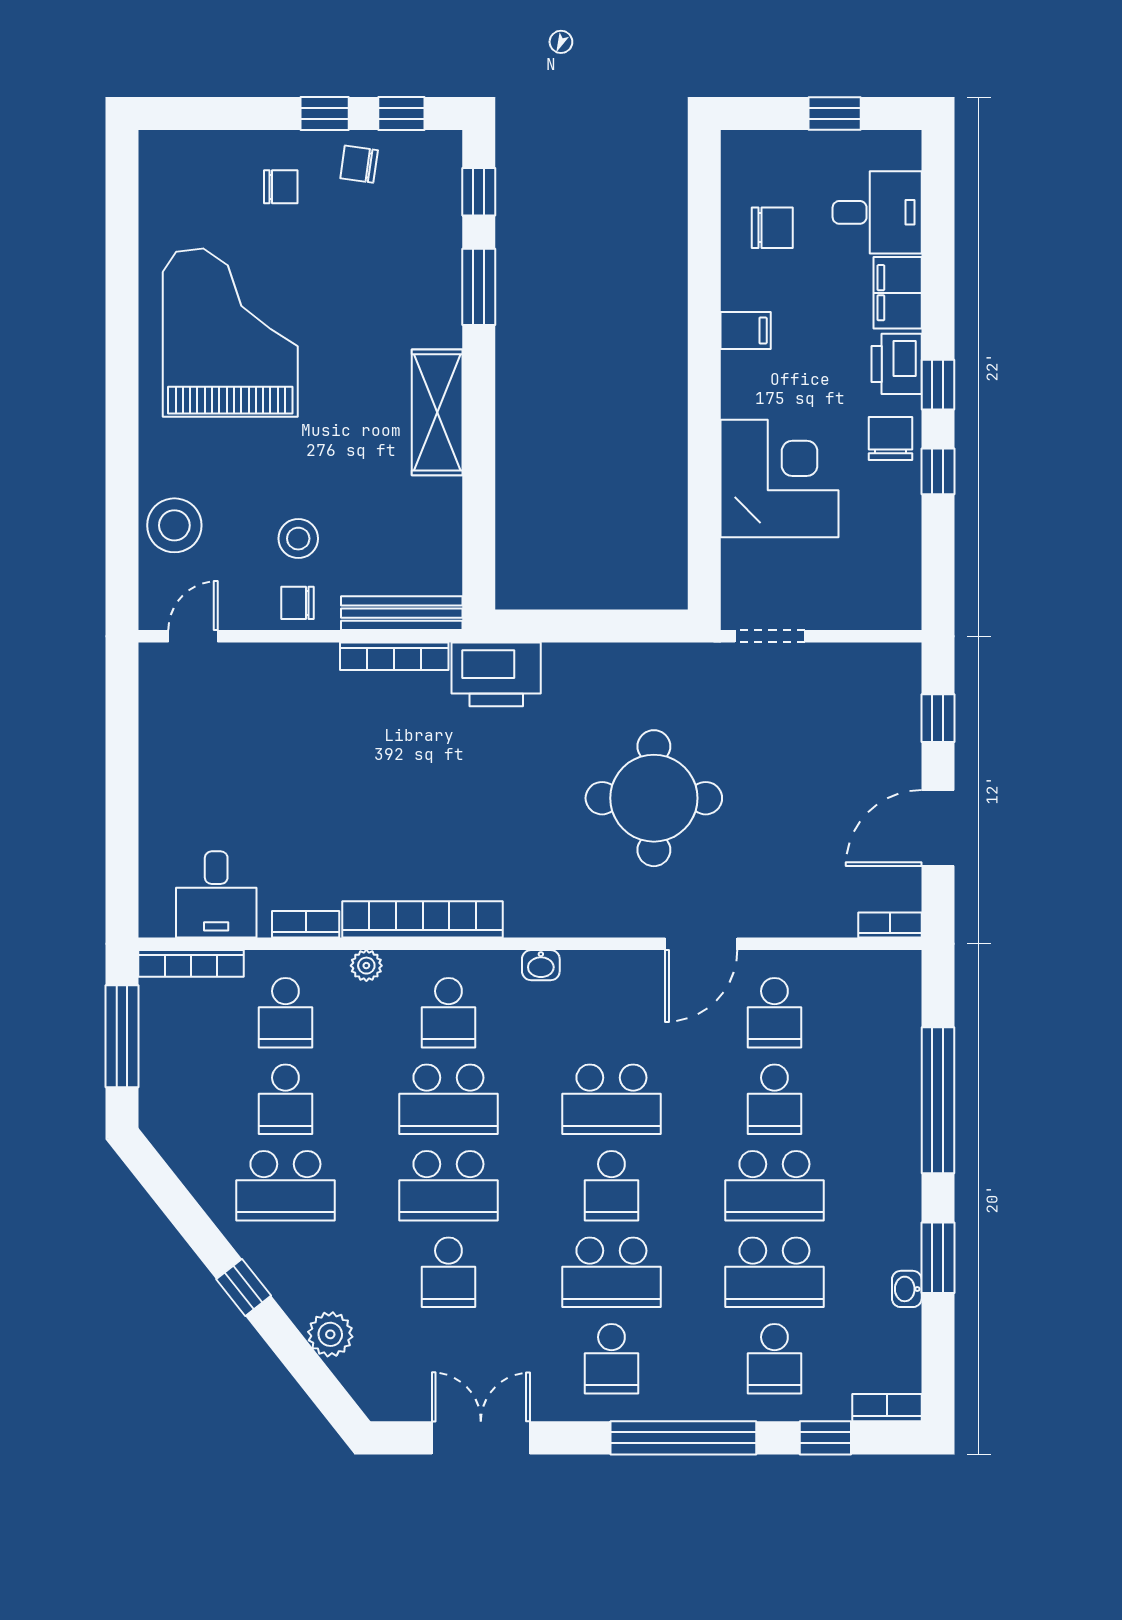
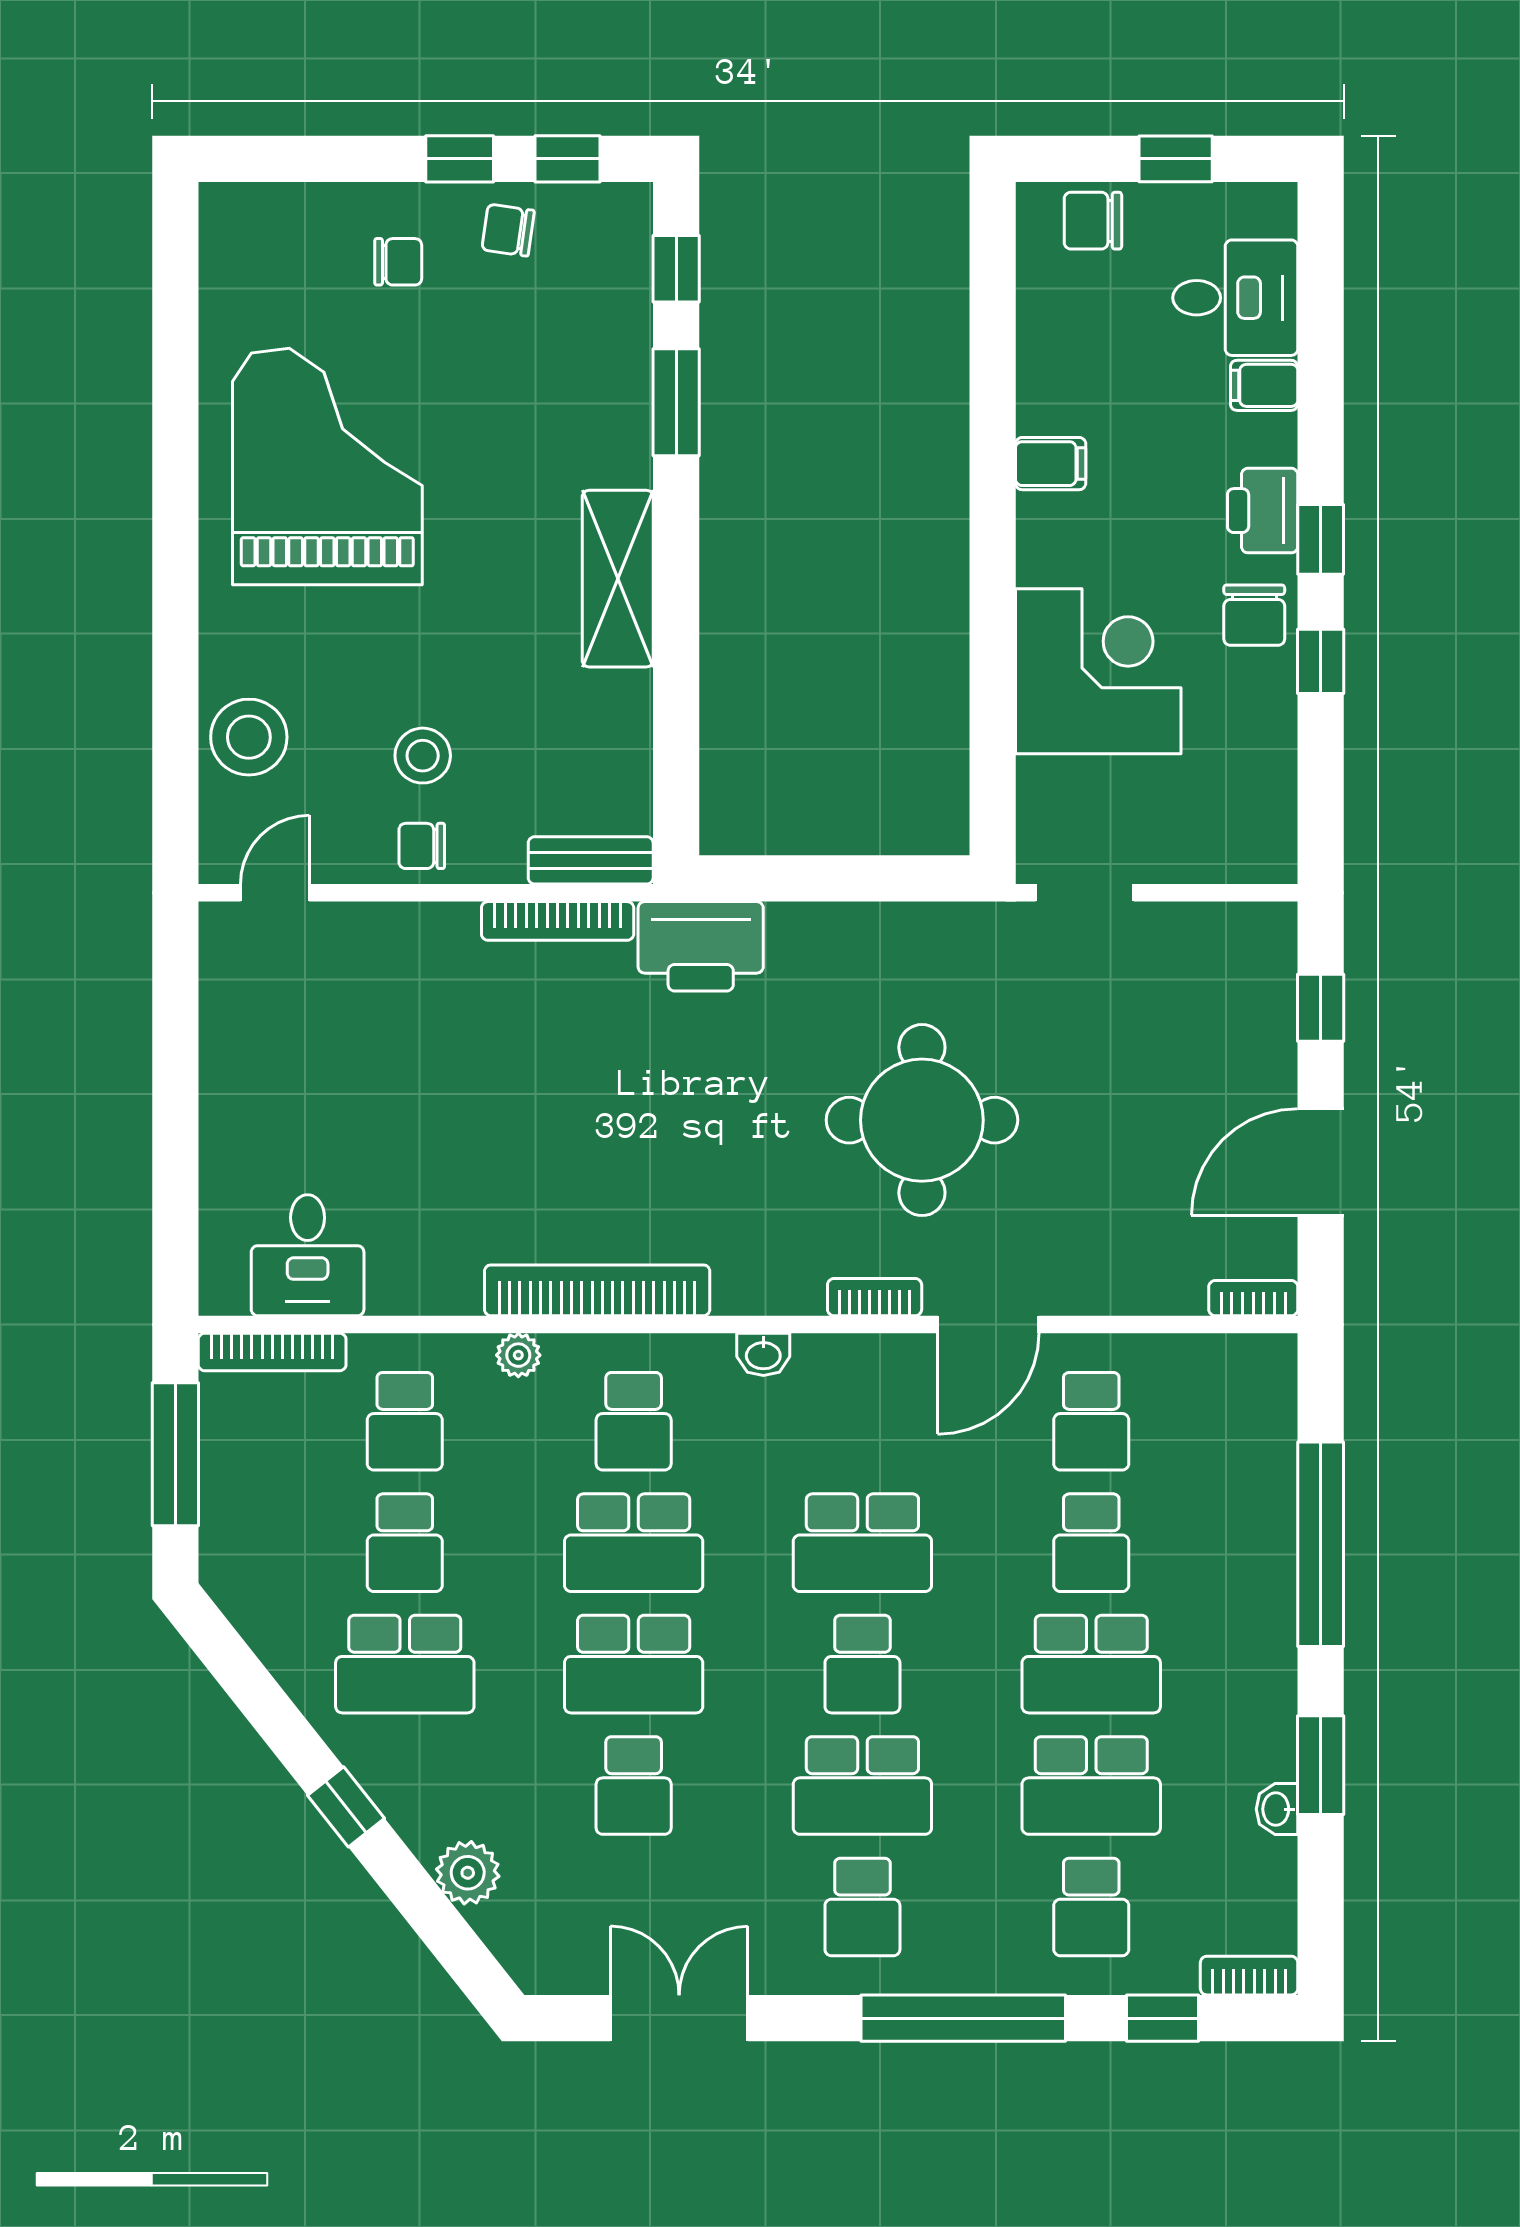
chair: (772, 228) -> (1093, 221), moved, turned 180
filing cabinet: (898, 293) -> (1264, 385), width x0.50
chair: (891, 438) -> (1254, 615), turned 180
bench: (402, 613) -> (591, 860), width x0.73
bookcase: (306, 924) -> (875, 1297), moved

